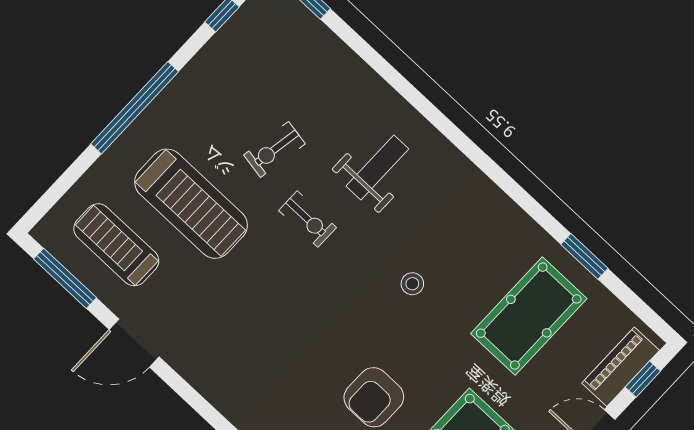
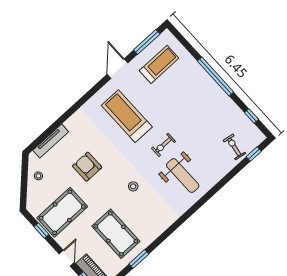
exercise bike: (274, 149) -> (234, 147), moved
weight bench: (377, 168) -> (183, 176), width x1.36, depth x1.33
treadmill: (191, 204) -> (127, 116), moved, turned 90

